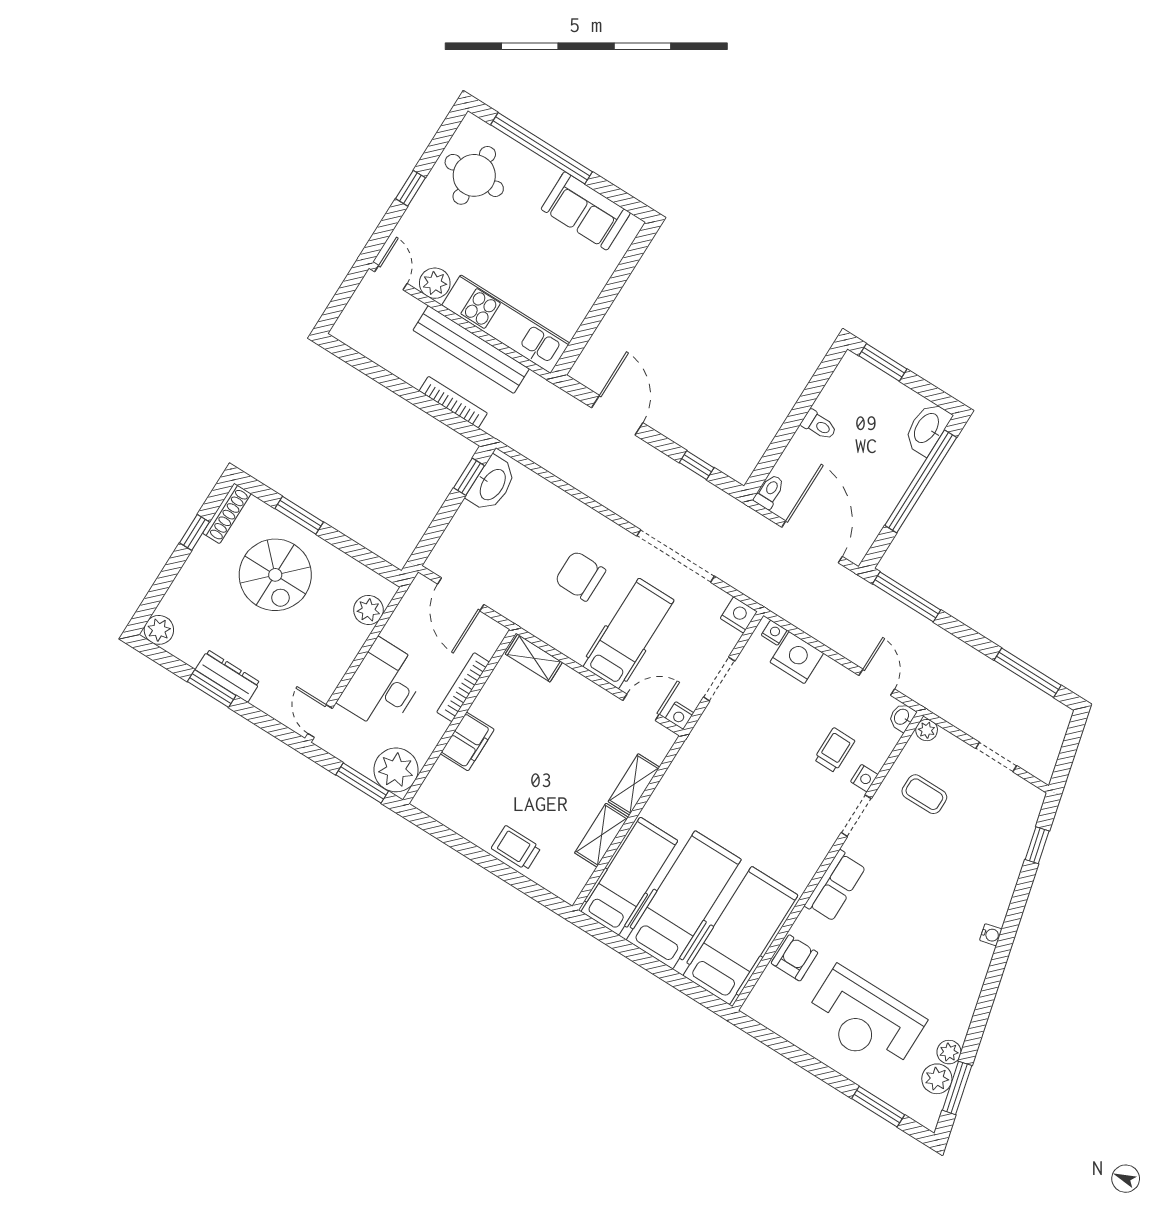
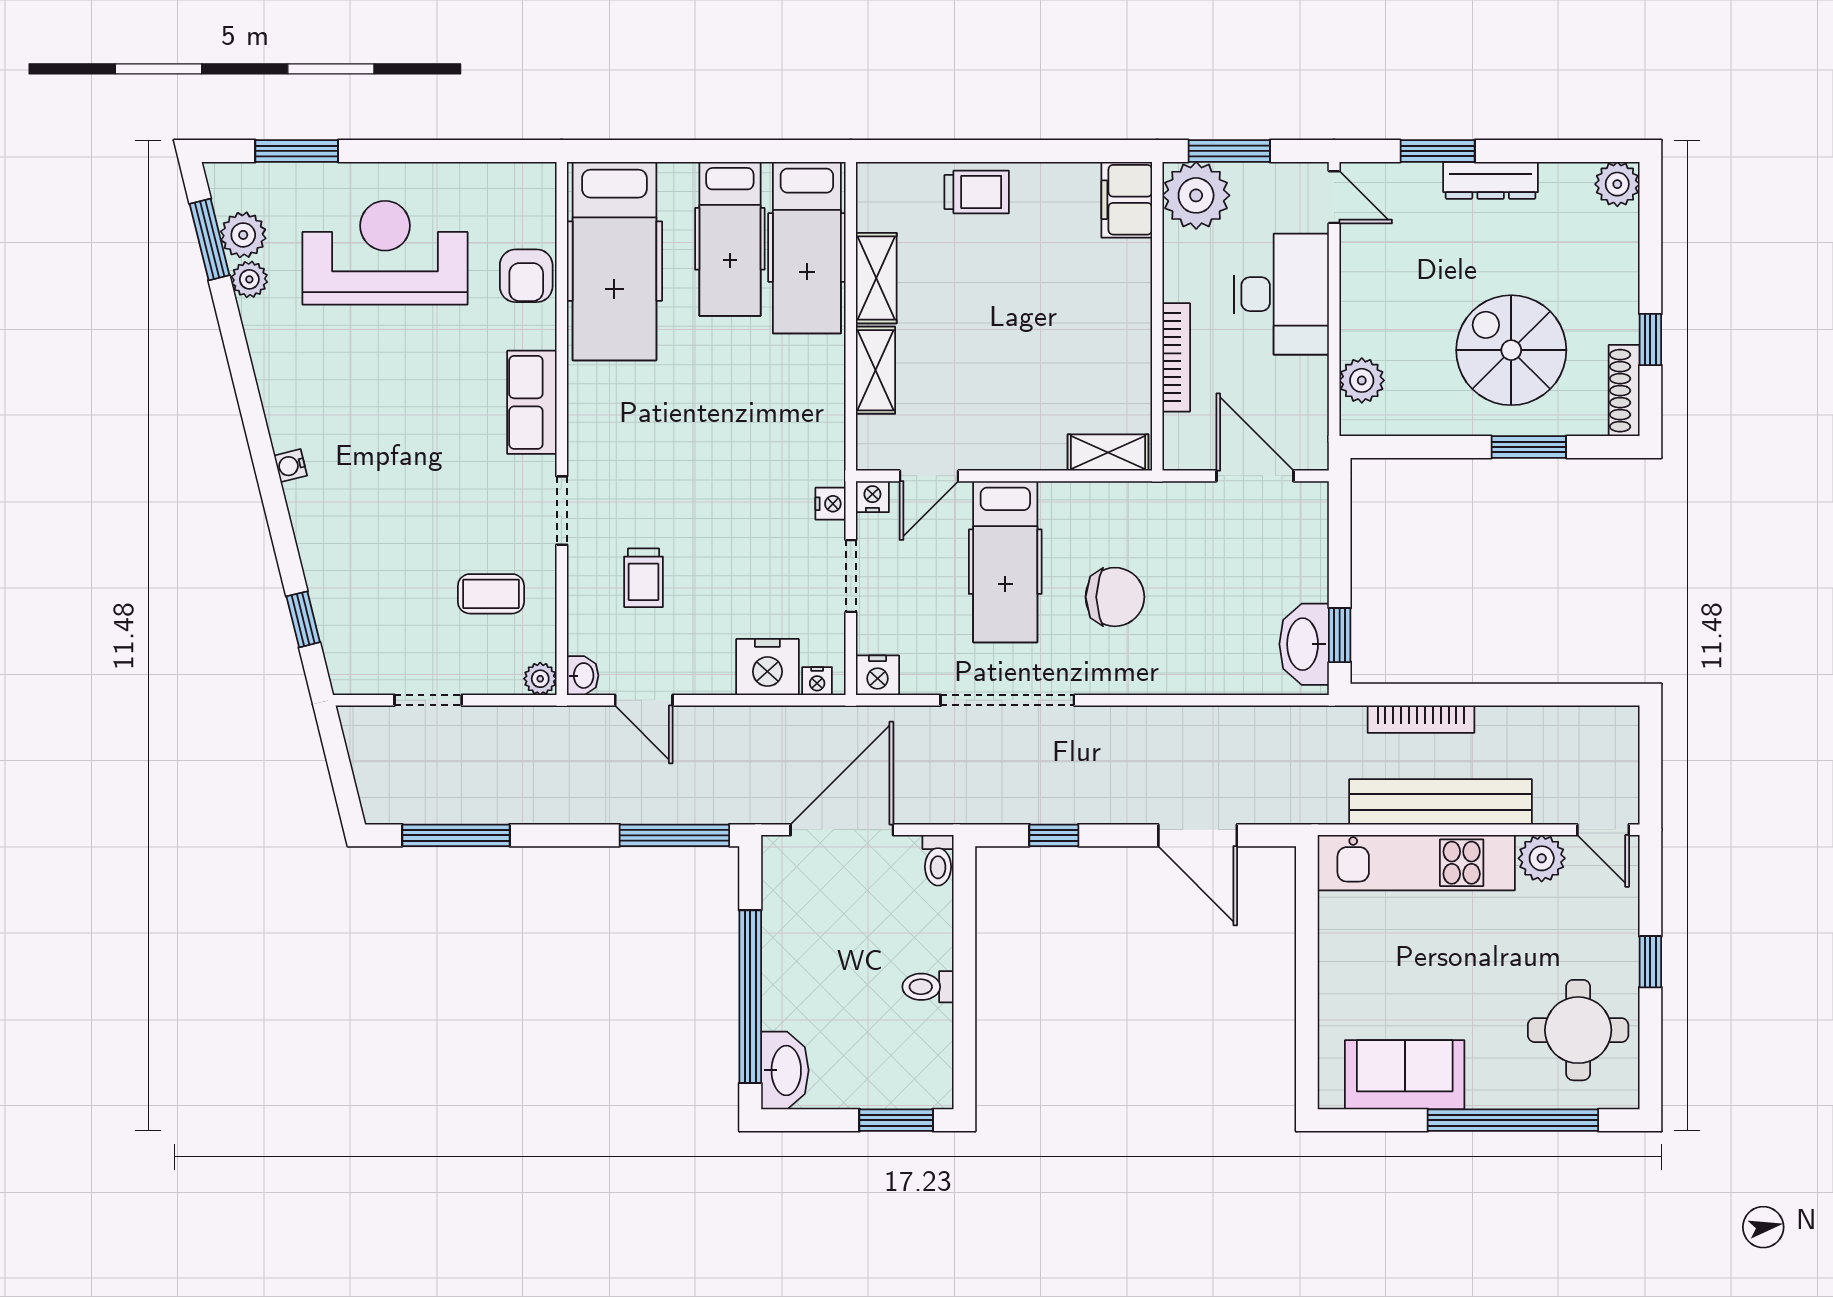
door: (812, 542) -> (842, 830), swing flipped
window: (212, 689) -> (1438, 151), moved
filing cabinet: (467, 742) -> (1127, 200), moved
nightstand: (864, 778) -> (831, 504), moved, turned 180
hospital bed: (684, 900) -> (730, 239), width x0.73, depth x0.78

